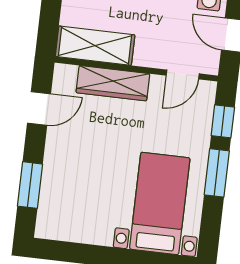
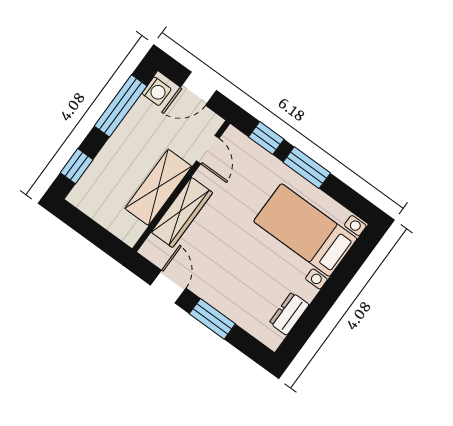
shelving: (95, 46) -> (158, 187), moved
window: (30, 185) -> (212, 319), moved
dresser: (76, 231) -> (289, 314), added

